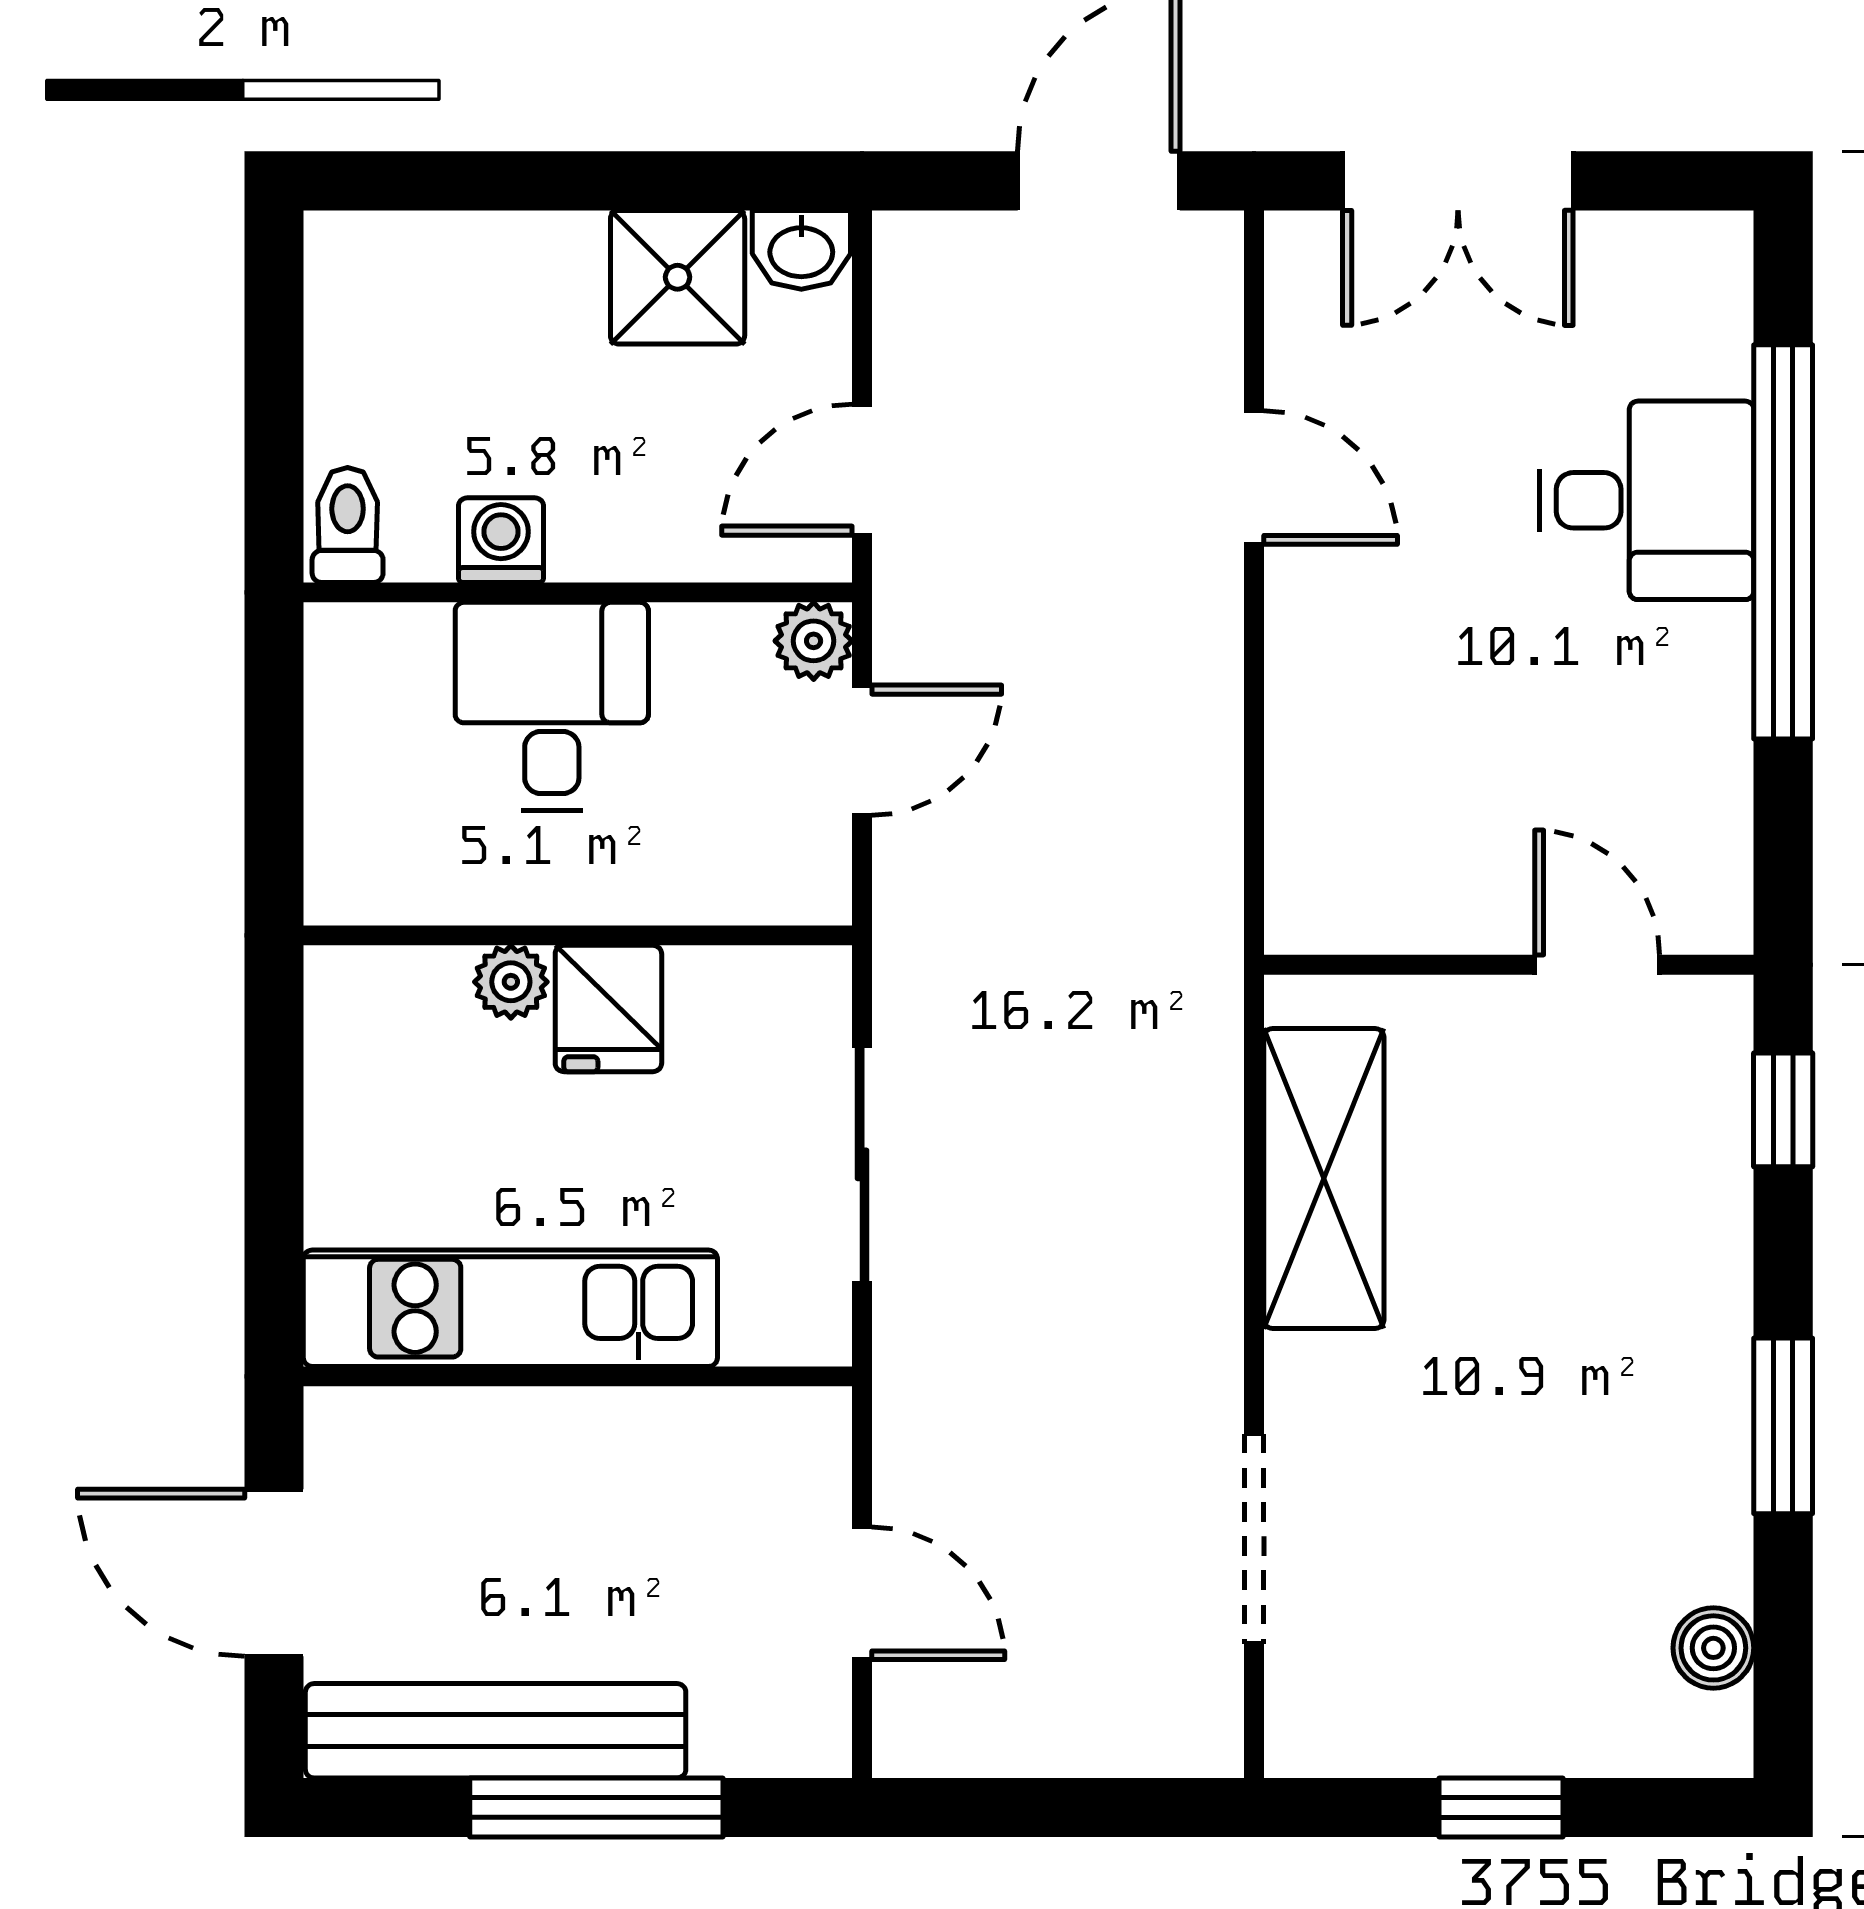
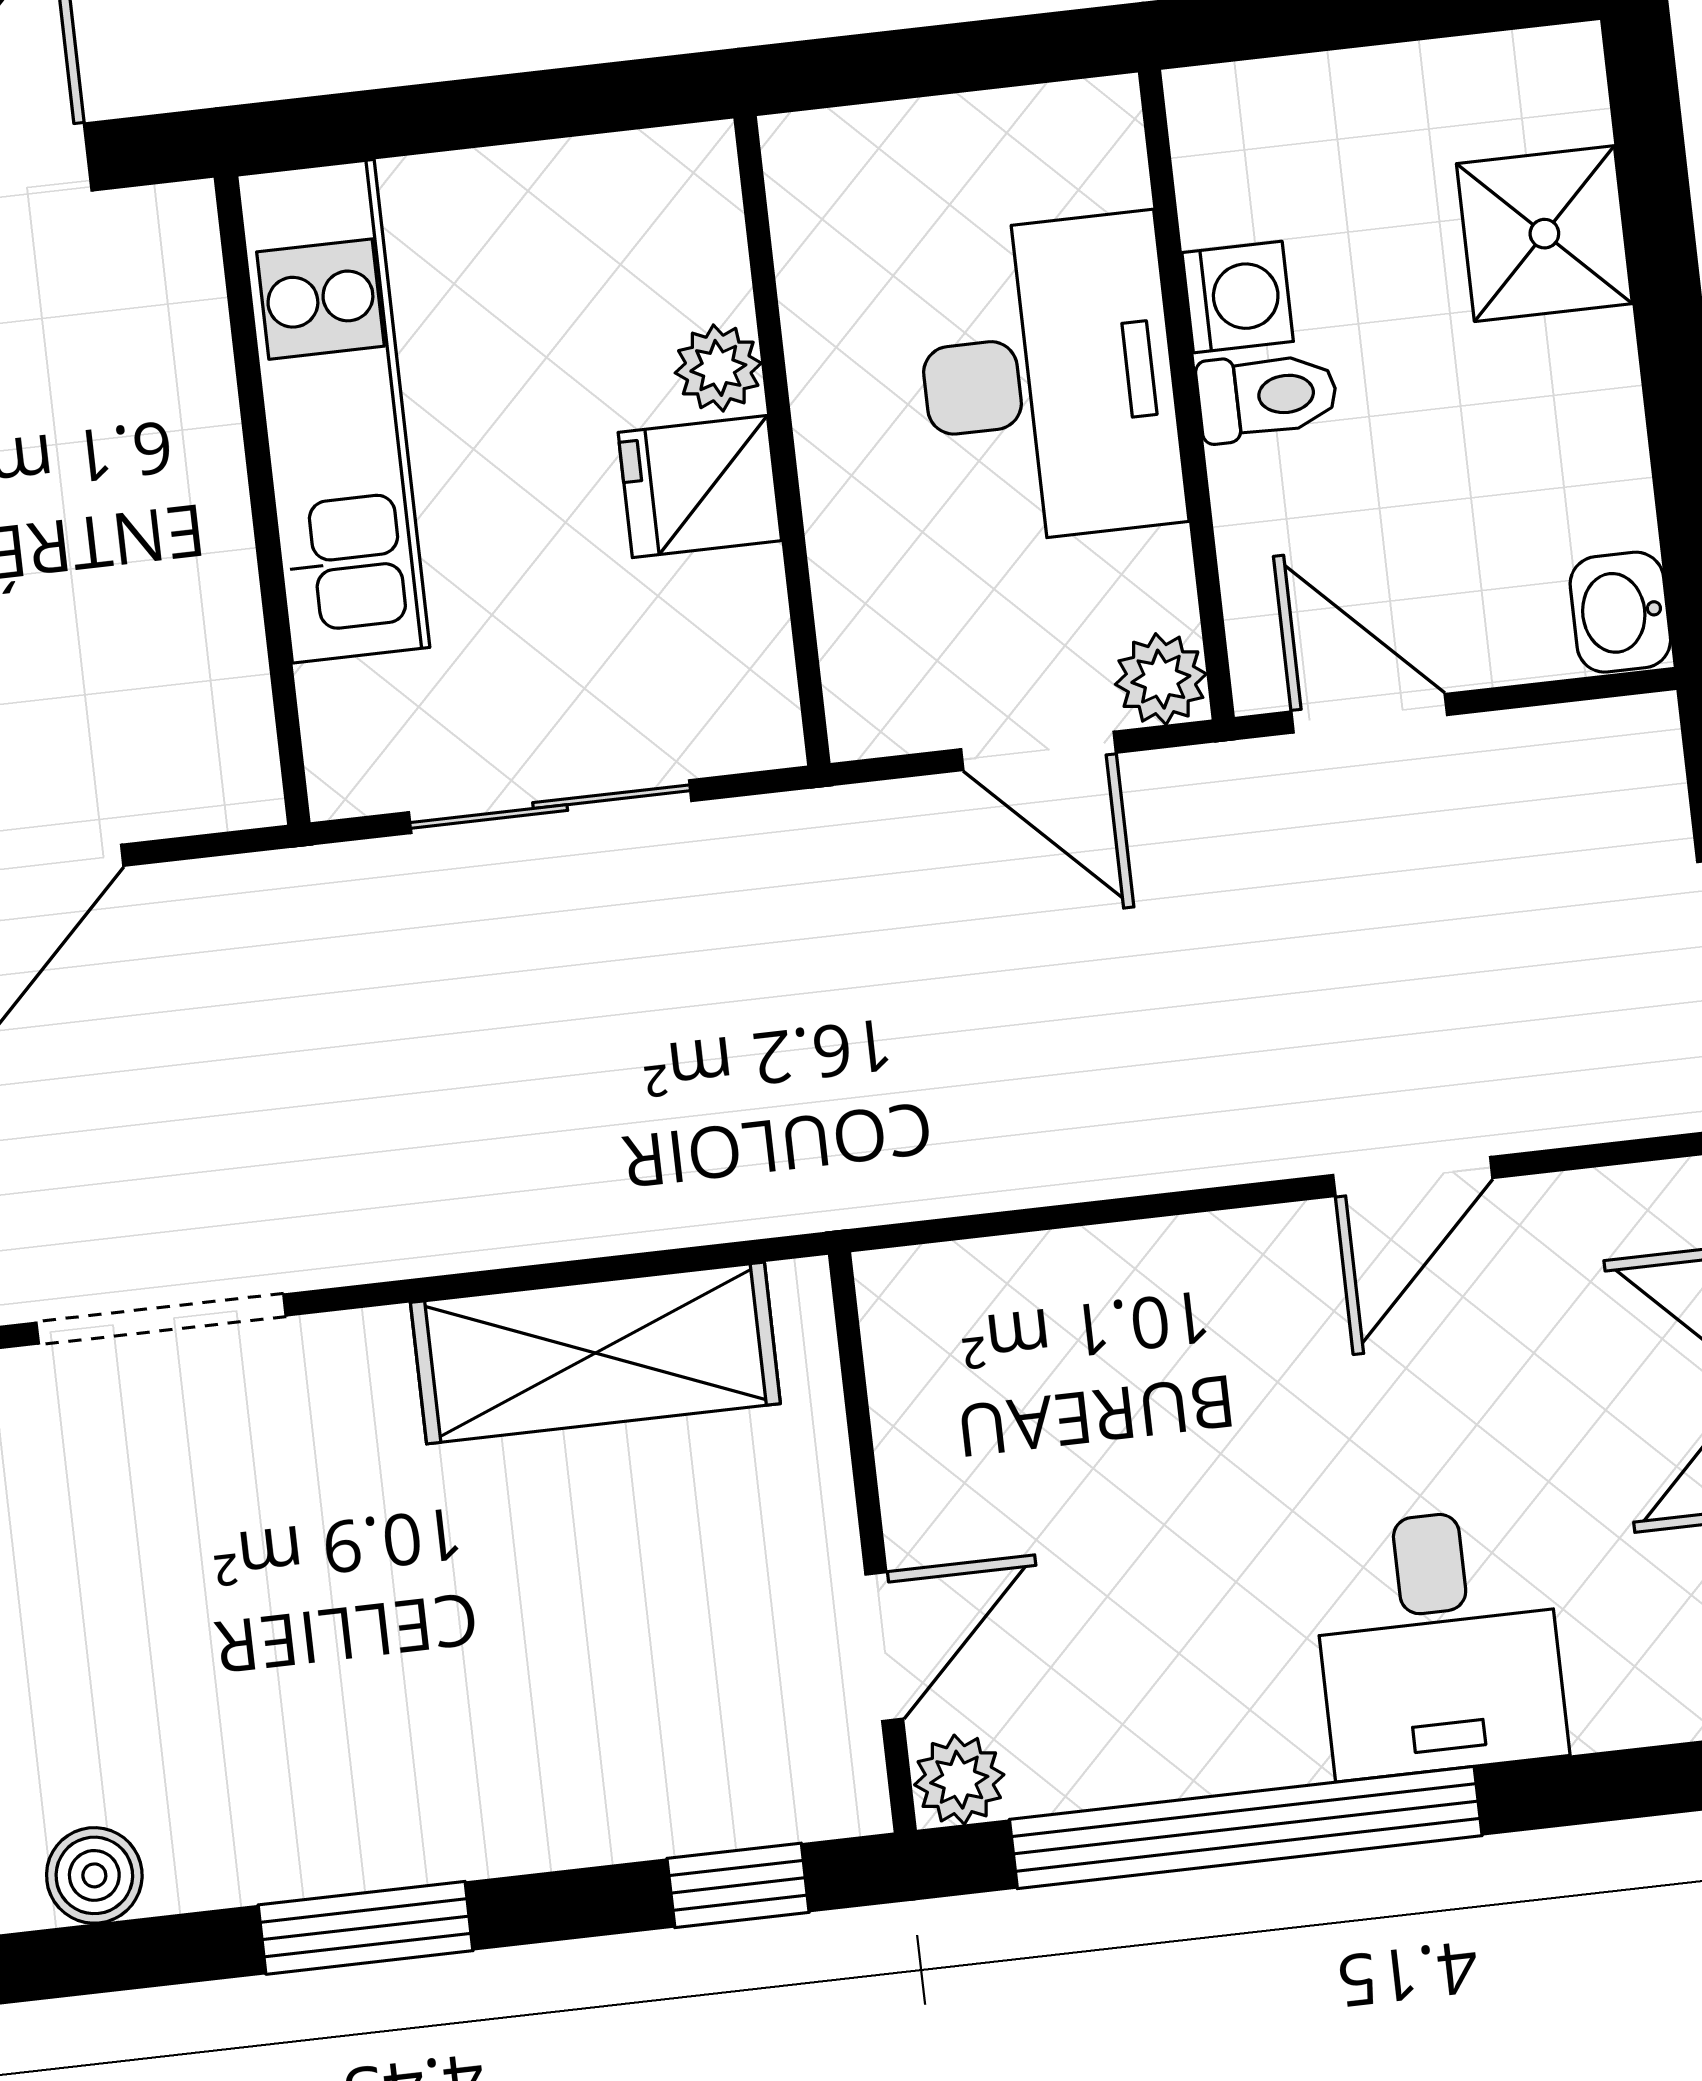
shower: (678, 277) -> (1544, 234), moved
toilet: (348, 525) -> (1267, 396), moved
window: (1783, 542) -> (1246, 1828), moved
desk: (552, 706) -> (1049, 379), width x1.37
plant: (1716, 915) -> (959, 1780), added

